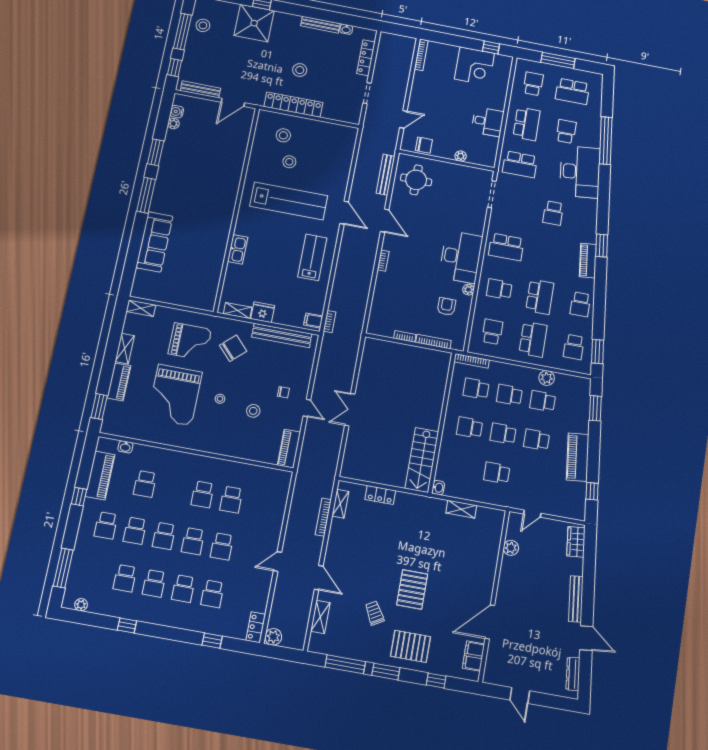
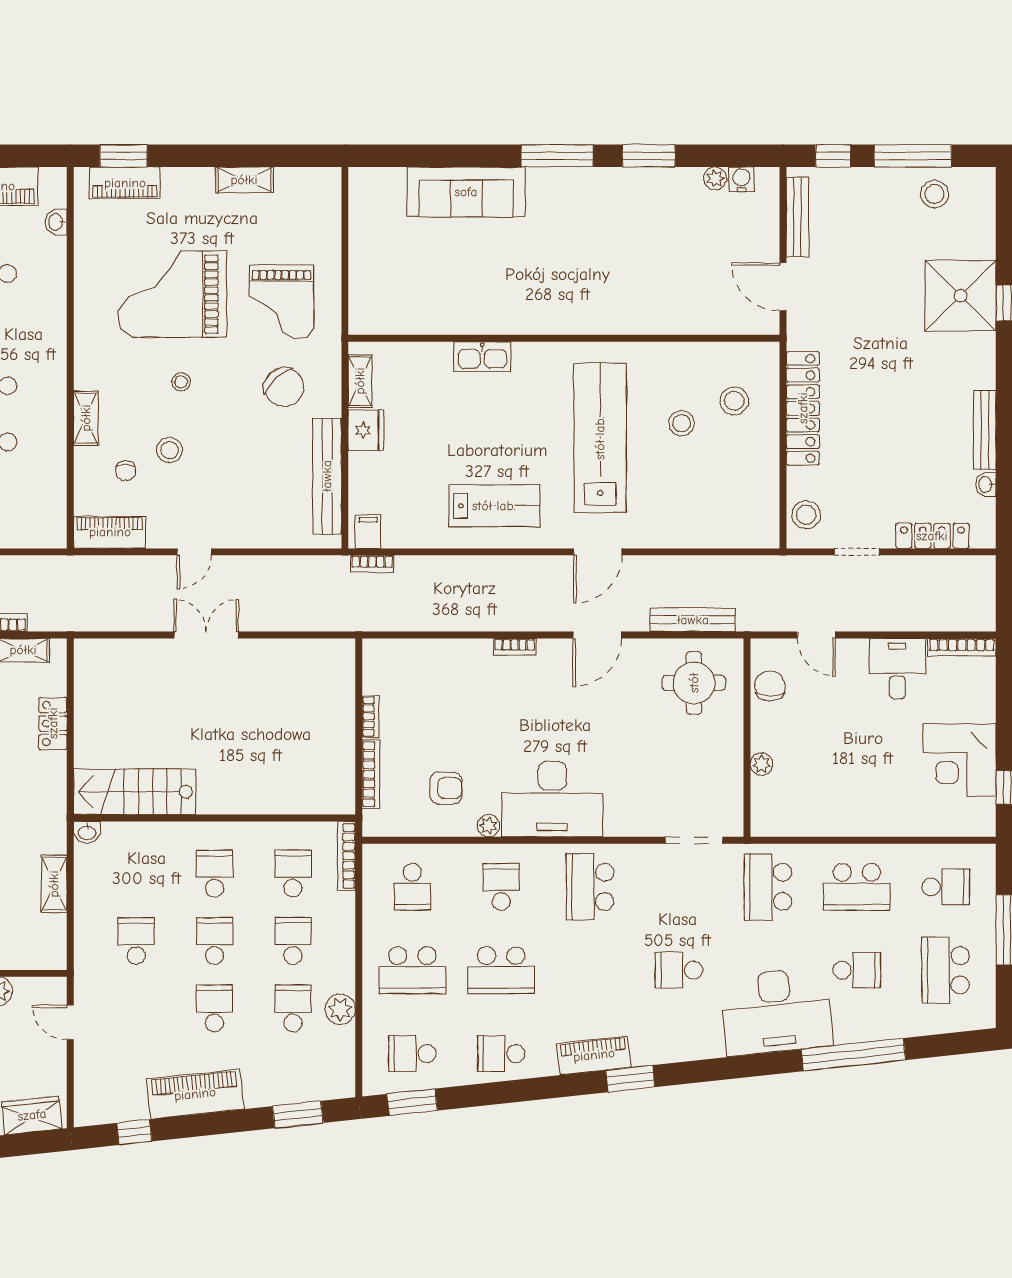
stool: (300, 70) -> (806, 515), moved
desk: (488, 122) -> (897, 669), moved, turned 180
chair: (424, 145) -> (770, 686), turned 180
lab bench: (289, 201) -> (600, 438), turned 180
shelving: (141, 308) -> (86, 418), moved
school desk: (492, 332) -> (412, 887), turned 90
piano: (119, 382) -> (125, 183), moved
chair: (283, 392) -> (126, 471), moved

